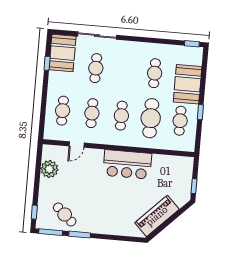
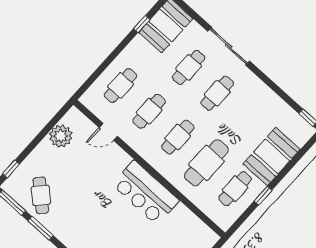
sliding door: (97, 36) -> (229, 46), moved
cafe table: (155, 73) -> (217, 93), moved

